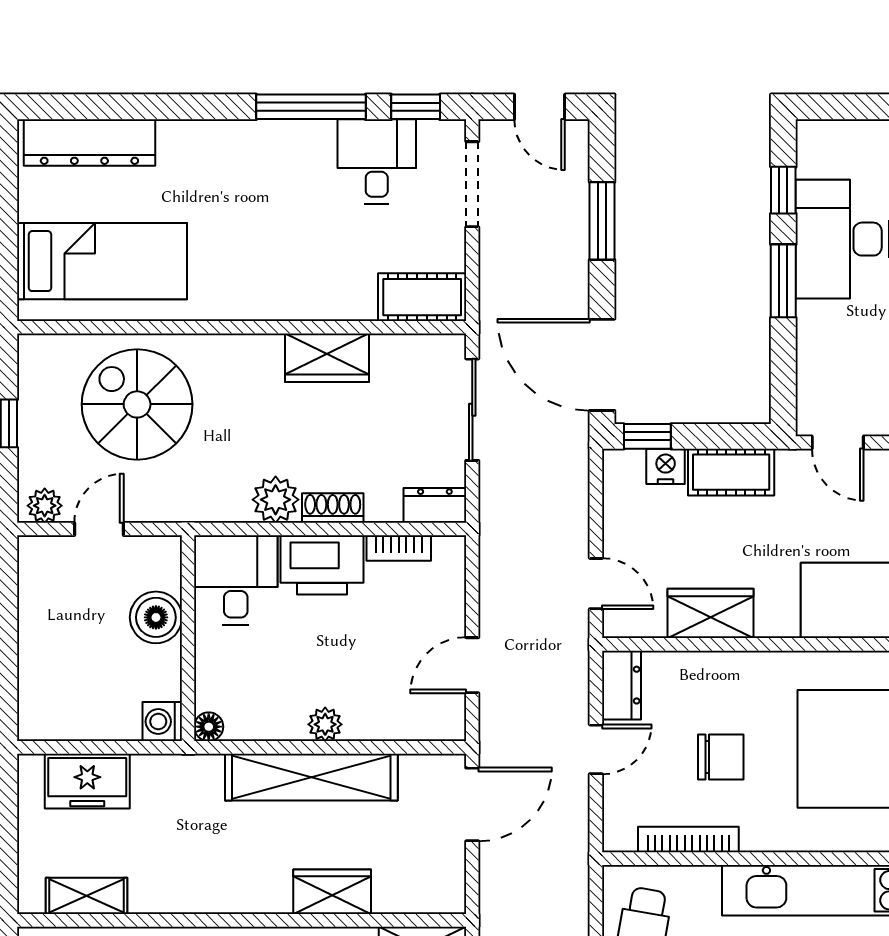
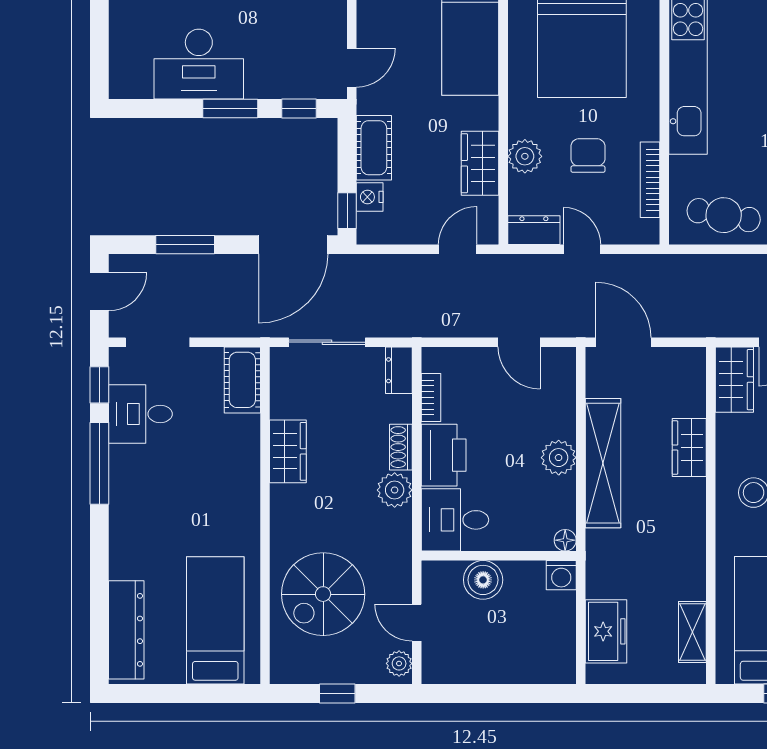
window: (783, 190) -> (299, 109), moved
plant: (720, 673) -> (525, 156), added
plant: (325, 724) -> (559, 458), width x1.38, depth x1.38

